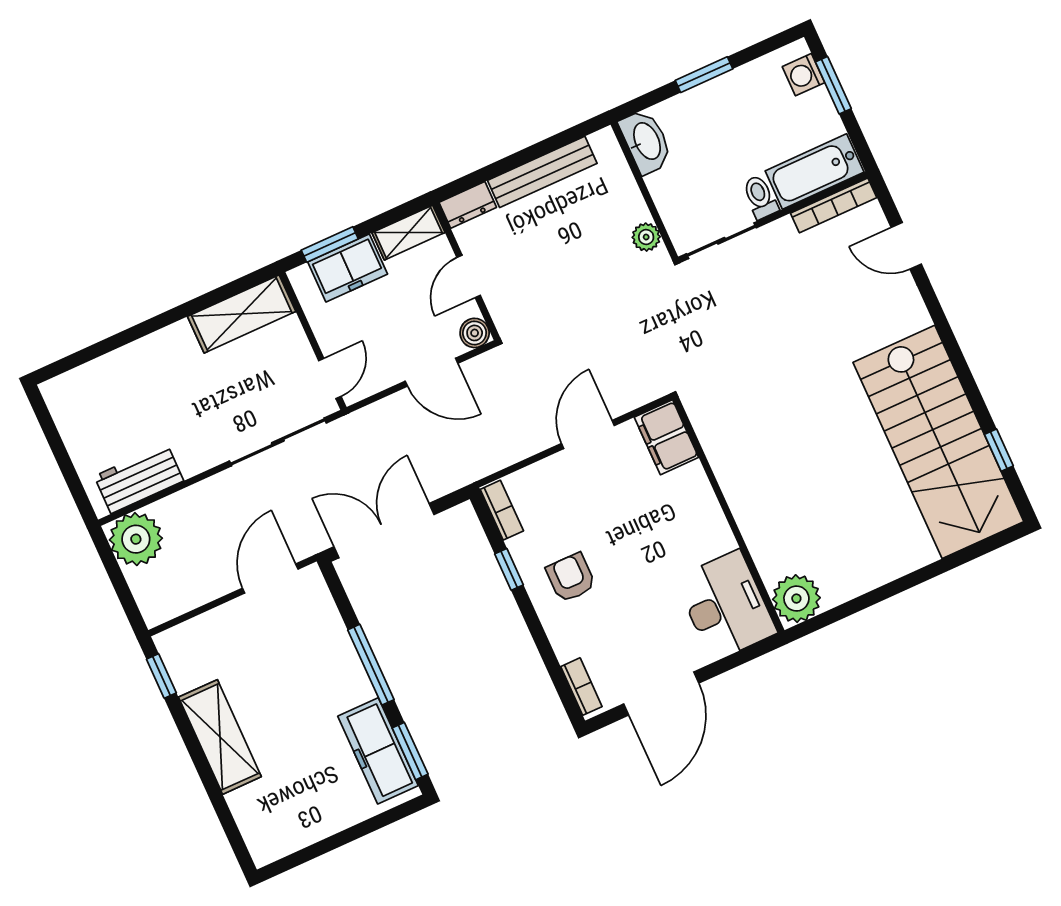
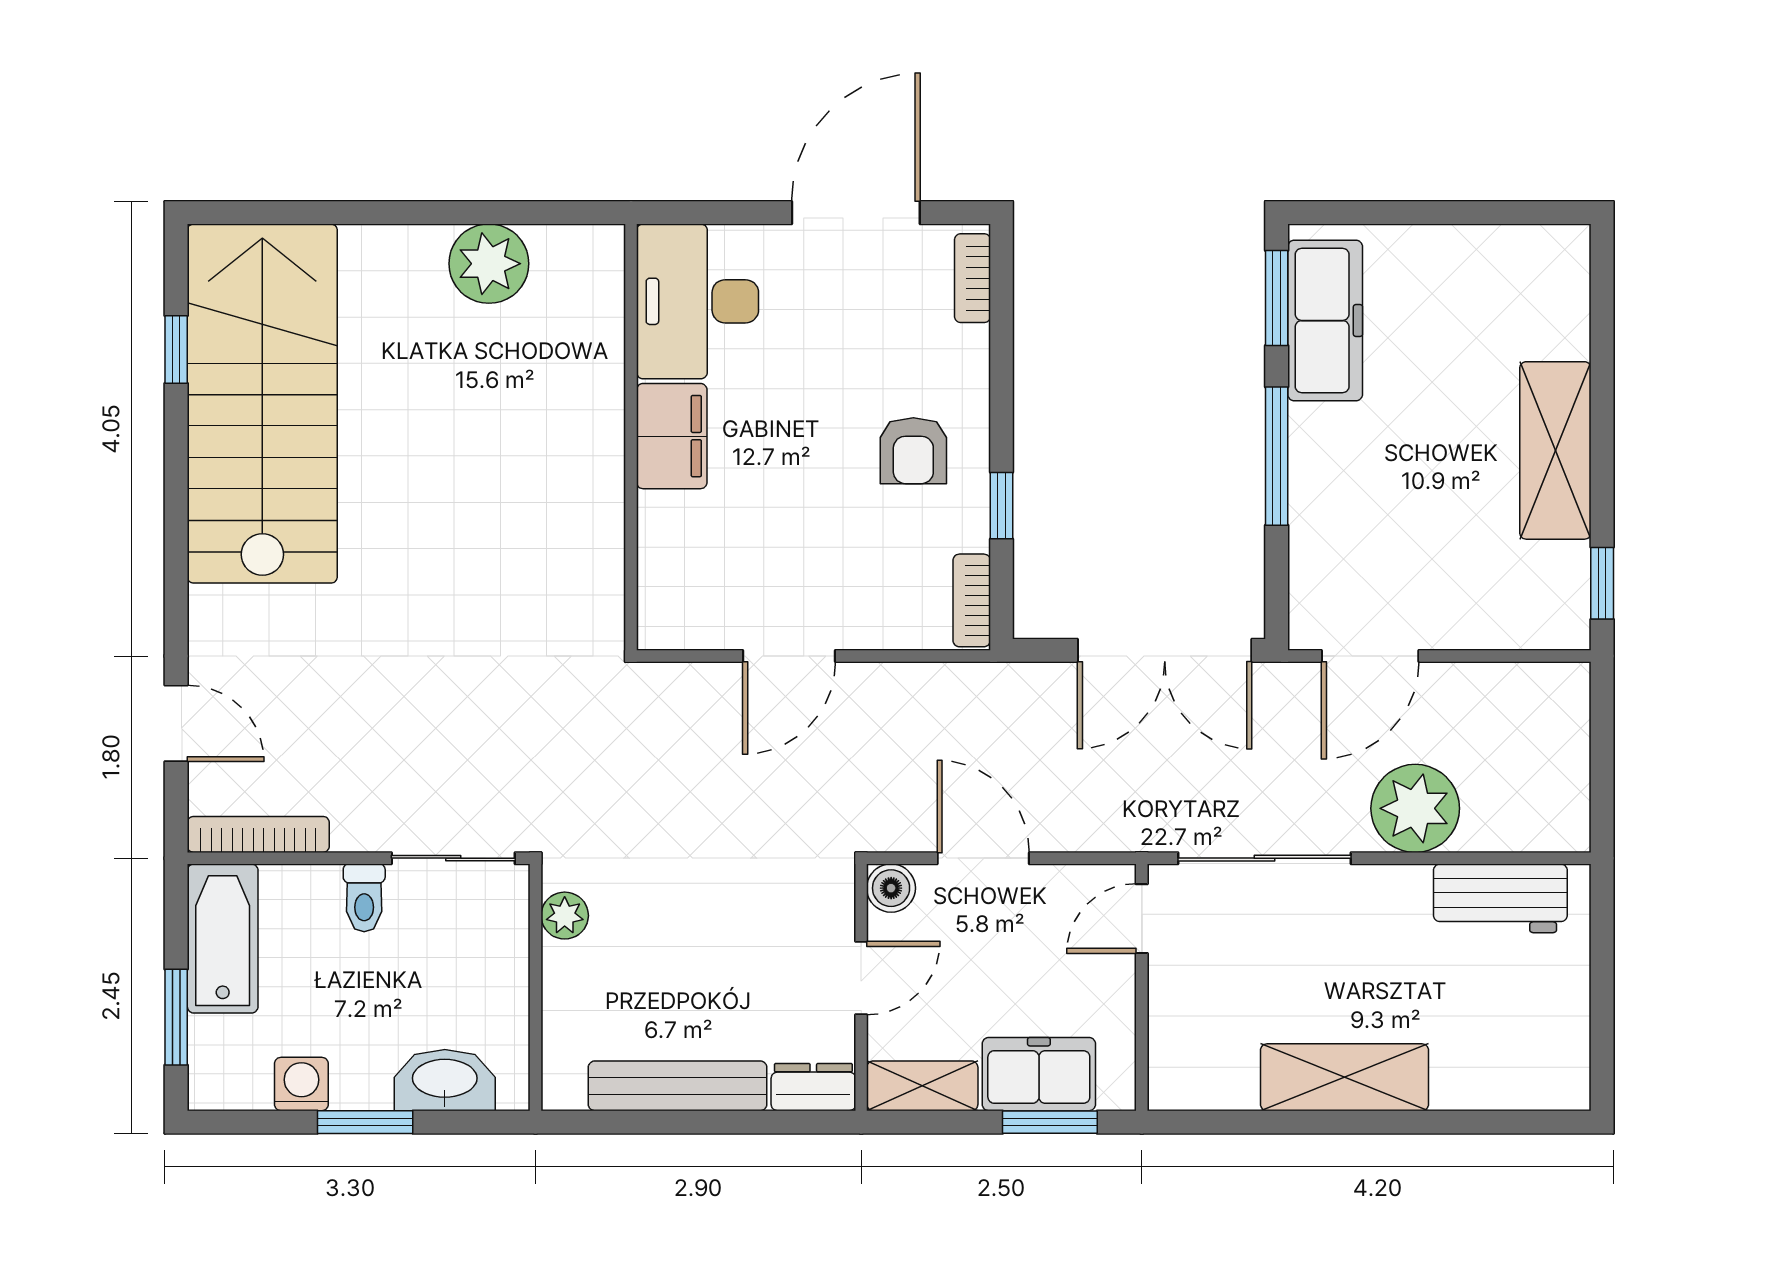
washing machine: (803, 75) -> (301, 1084), moved, turned -90
washbasin: (646, 142) -> (445, 1080), moved, turned 90
bathtub: (815, 172) -> (223, 938), moved, turned -90
shelving: (242, 314) -> (1344, 1077), moved
filing cabinet: (666, 437) -> (672, 436), moved
plant: (136, 539) -> (1415, 808), moved
plant: (796, 599) -> (489, 264), moved

